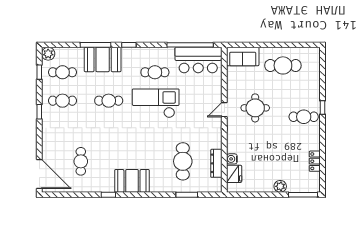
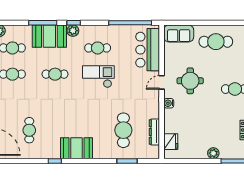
plant: (128, 54) -> (73, 31), added
bar counter: (198, 60) -> (148, 50), moved, turned 90
checkout: (156, 103) -> (98, 77), width x0.73, depth x0.83
water cooler: (232, 159) -> (169, 103), moved

